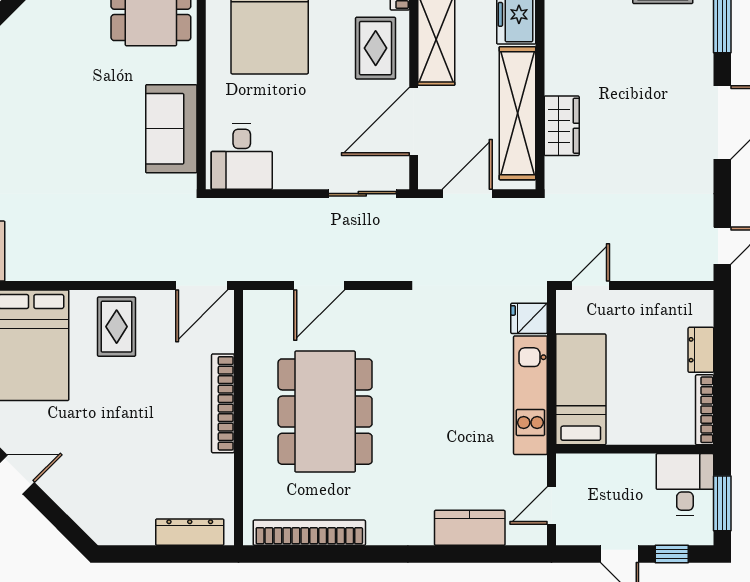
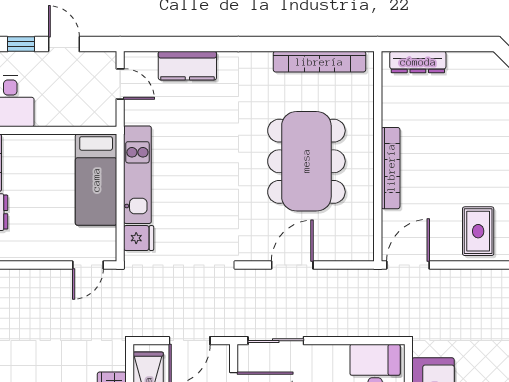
door: (319, 286) -> (292, 265), moved
door: (551, 506) -> (120, 84), hinge flipped

